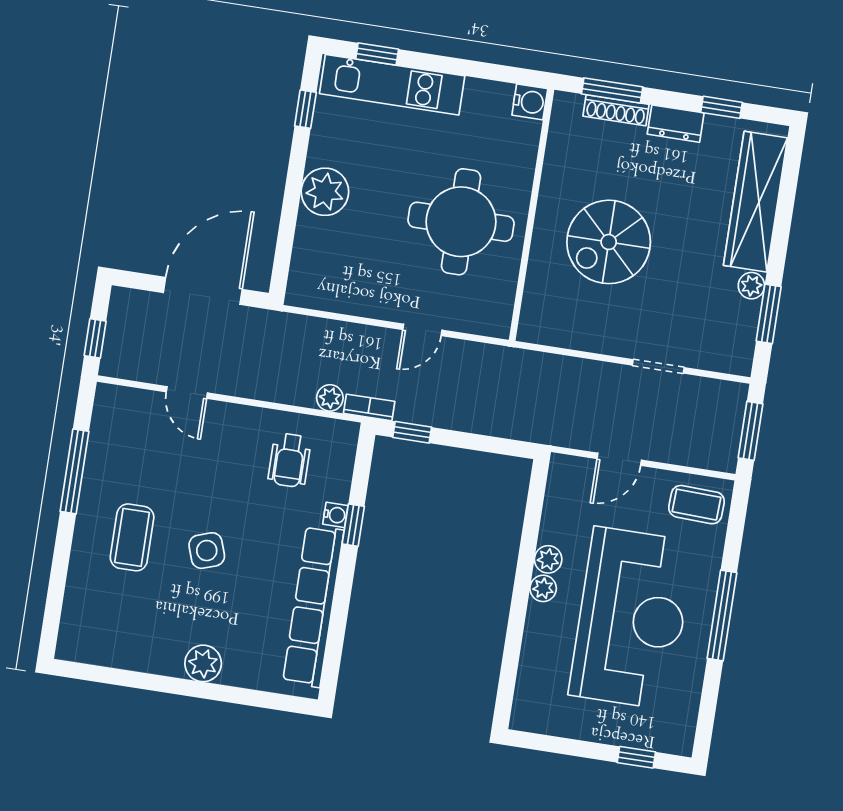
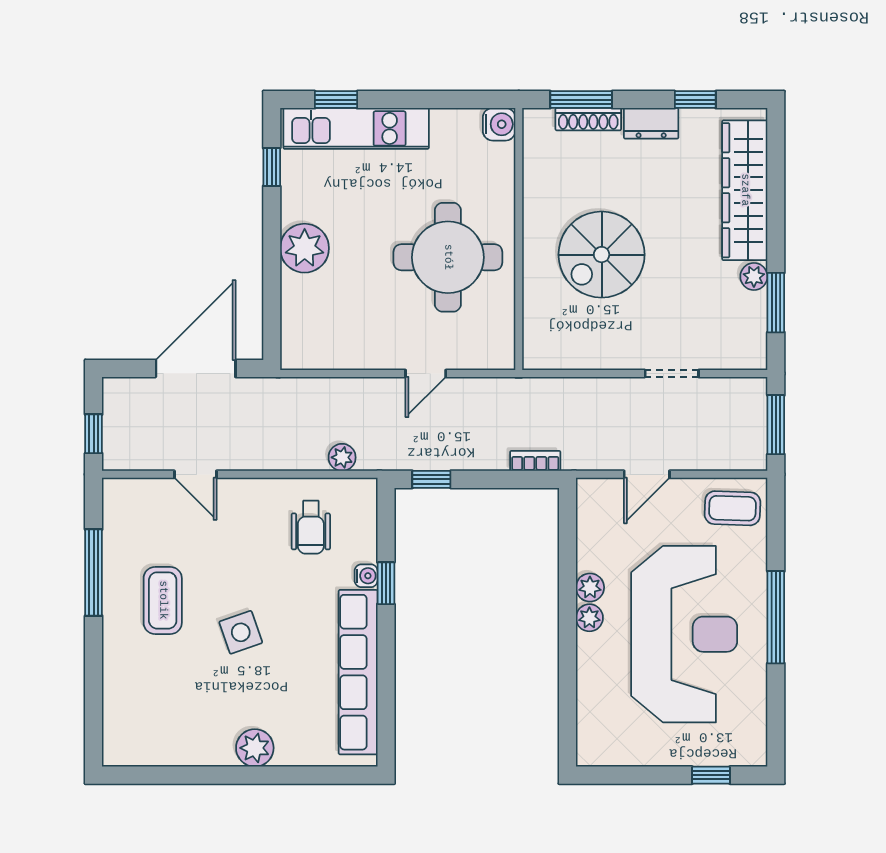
bookcase: (369, 407) -> (535, 461), moved
coffee table: (132, 537) -> (163, 600), moved

